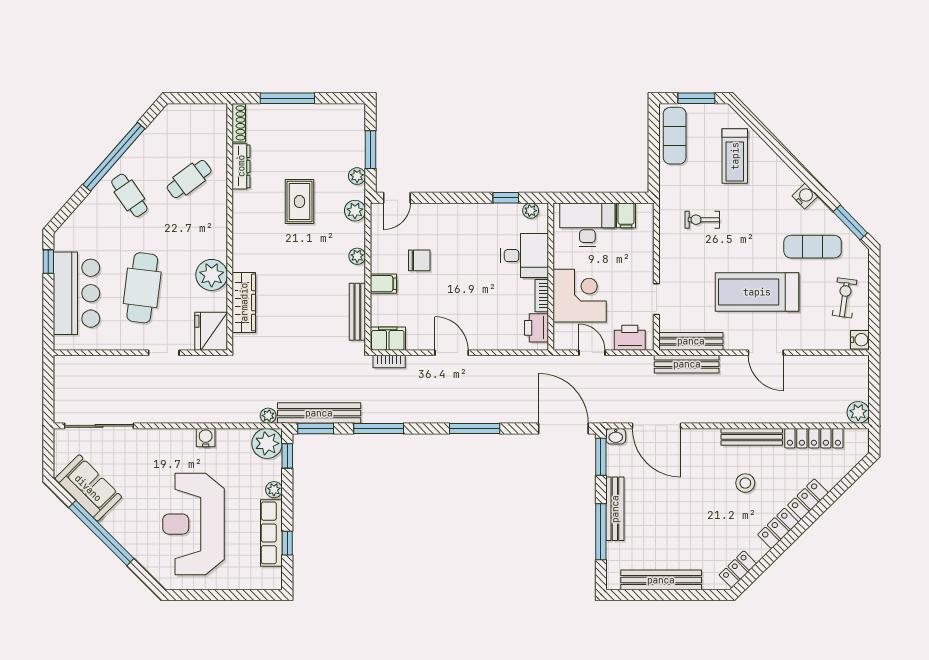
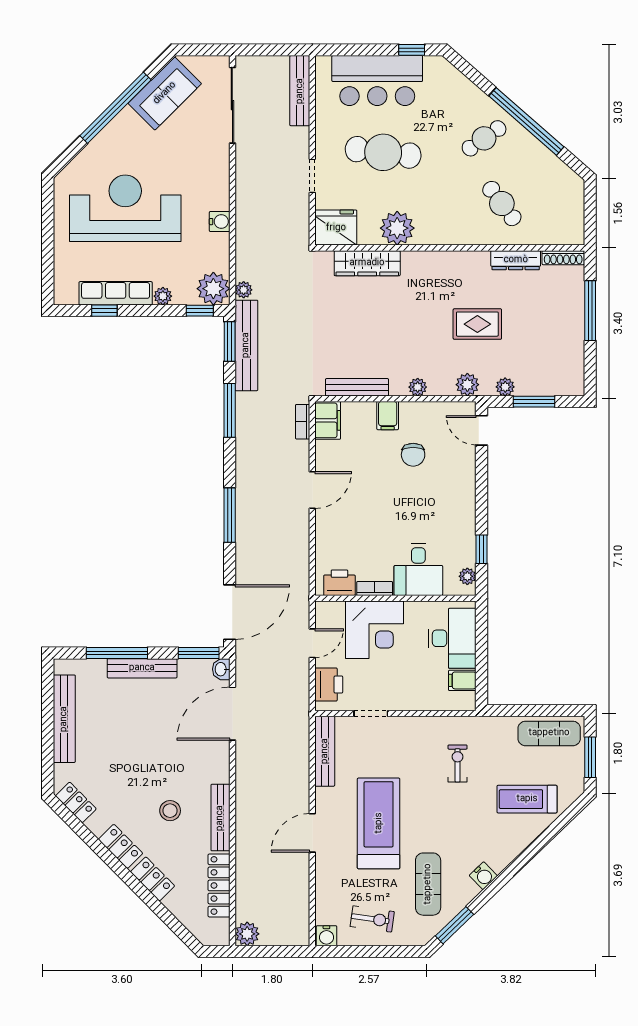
bench: (687, 364) -> (300, 91), moved

